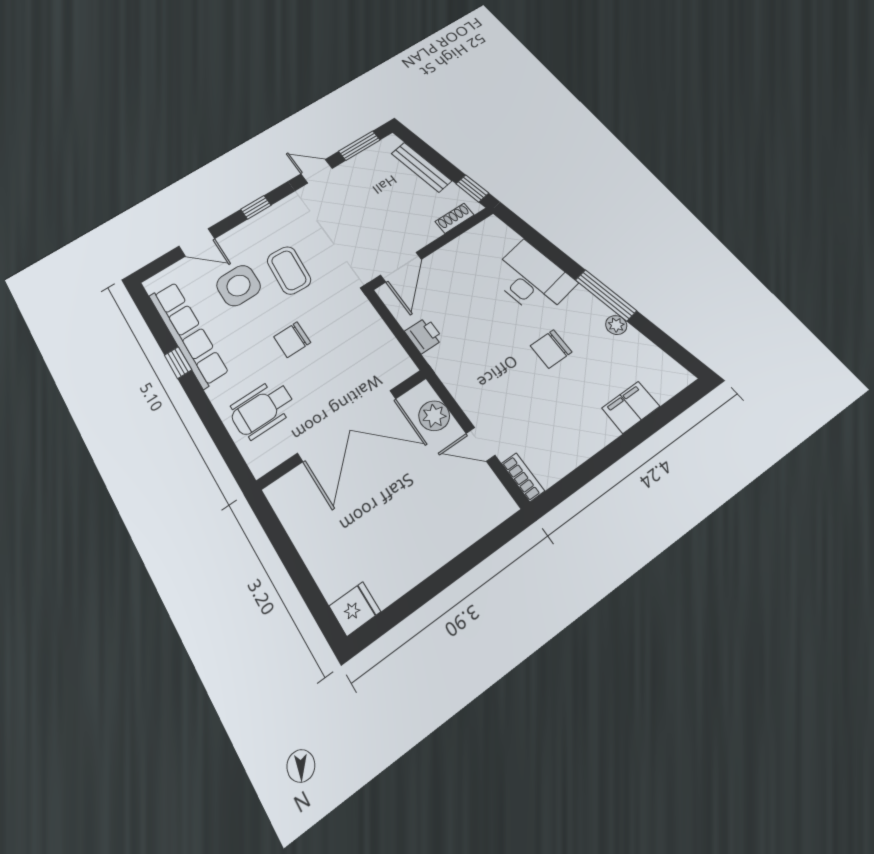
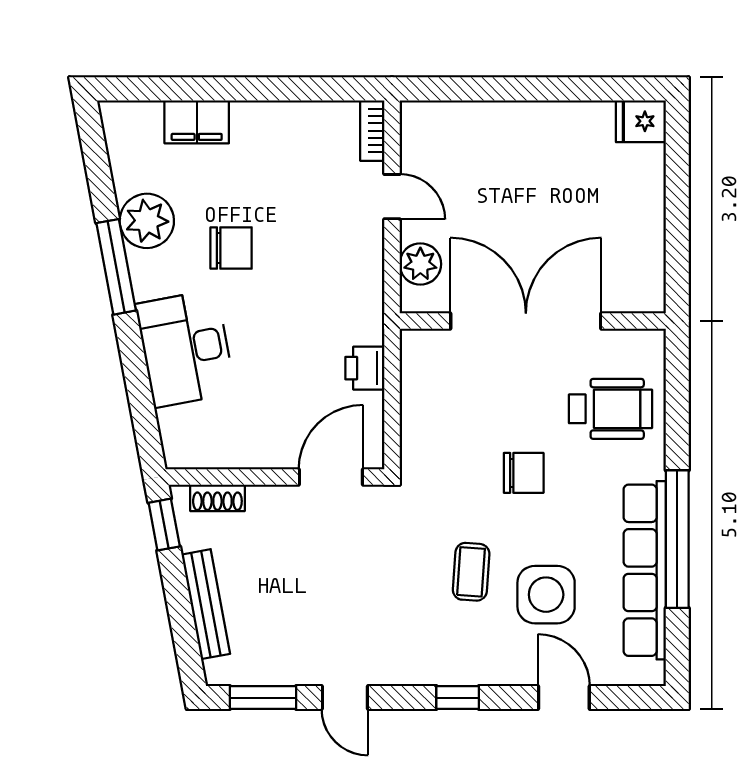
coffee table: (289, 270) -> (471, 572), width x0.73, depth x0.77
plant: (616, 325) -> (147, 221), width x1.88, depth x1.88
window: (178, 363) -> (677, 539), width x3.17

